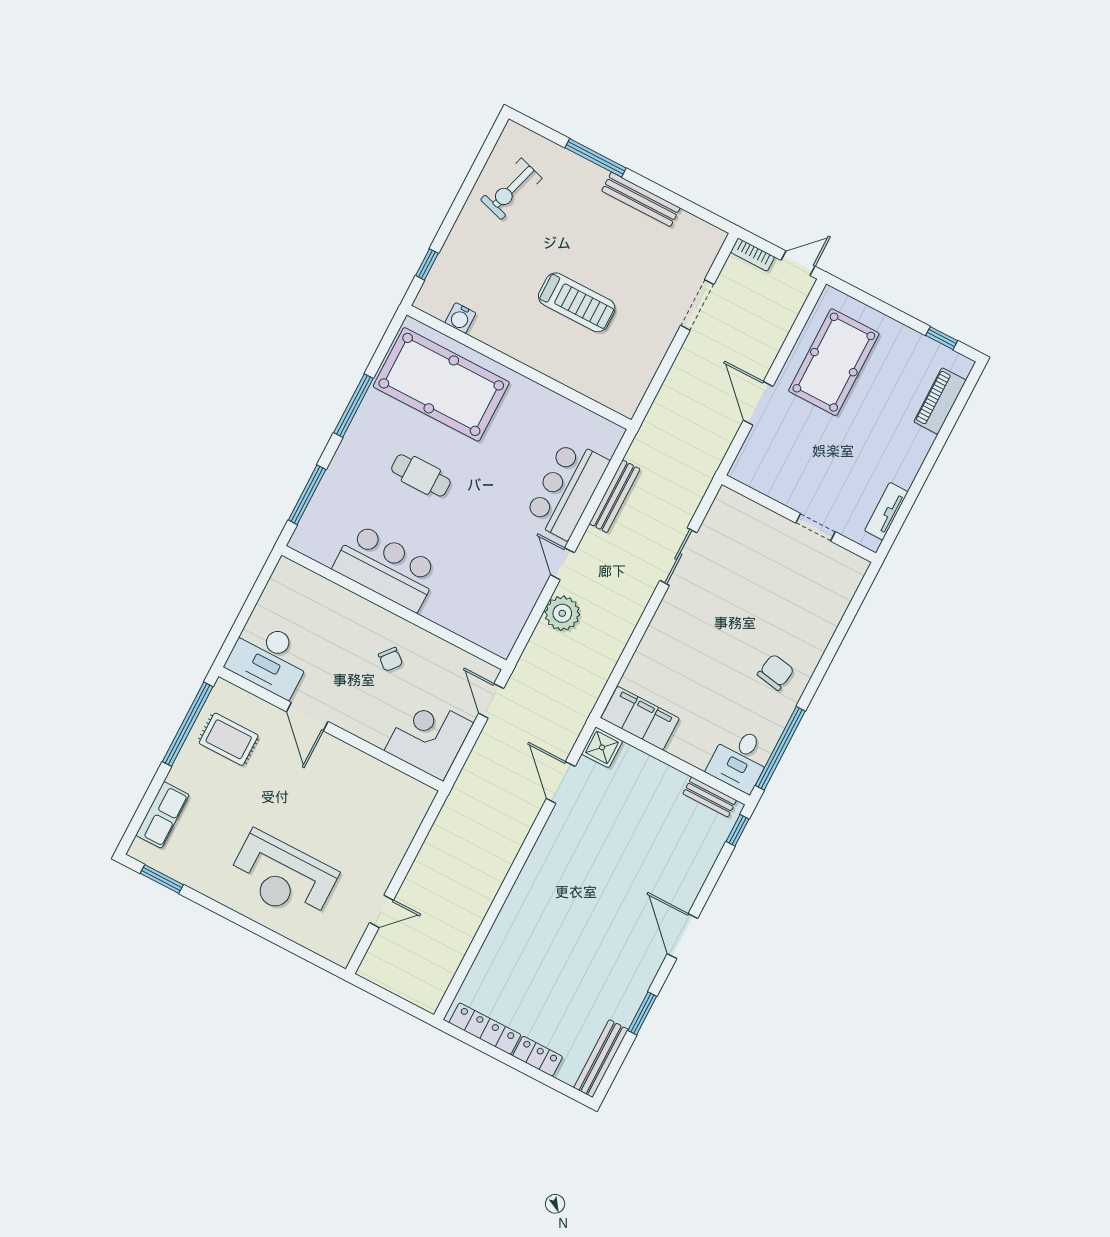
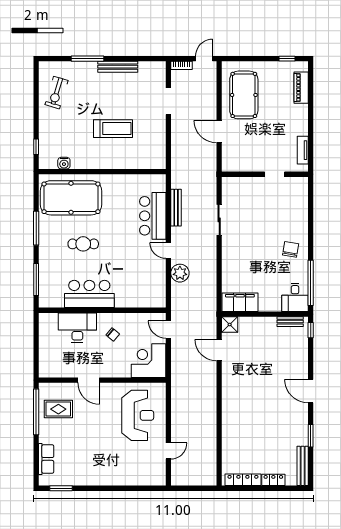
desk: (269, 658) -> (77, 328), moved, turned 180
reception desk: (283, 877) -> (138, 415), moved, turned -90

